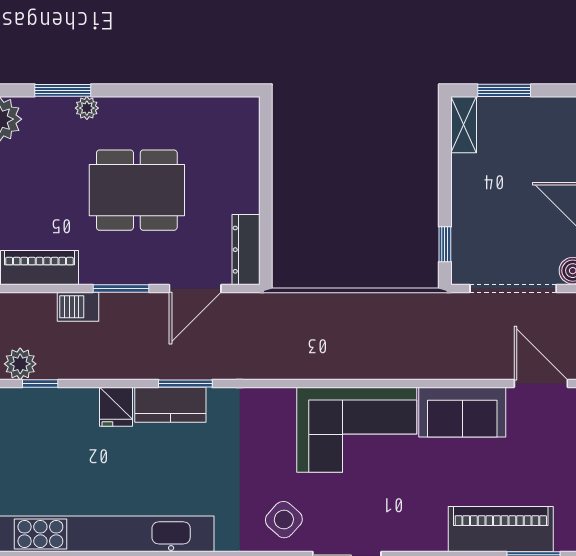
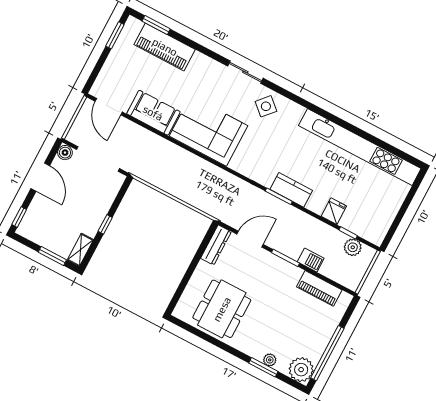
plant: (87, 108) -> (270, 360), moved
dining table: (137, 190) -> (222, 309), moved, turned 90
window: (445, 244) -> (105, 224), moved
fridge: (116, 407) -> (334, 211), moved

